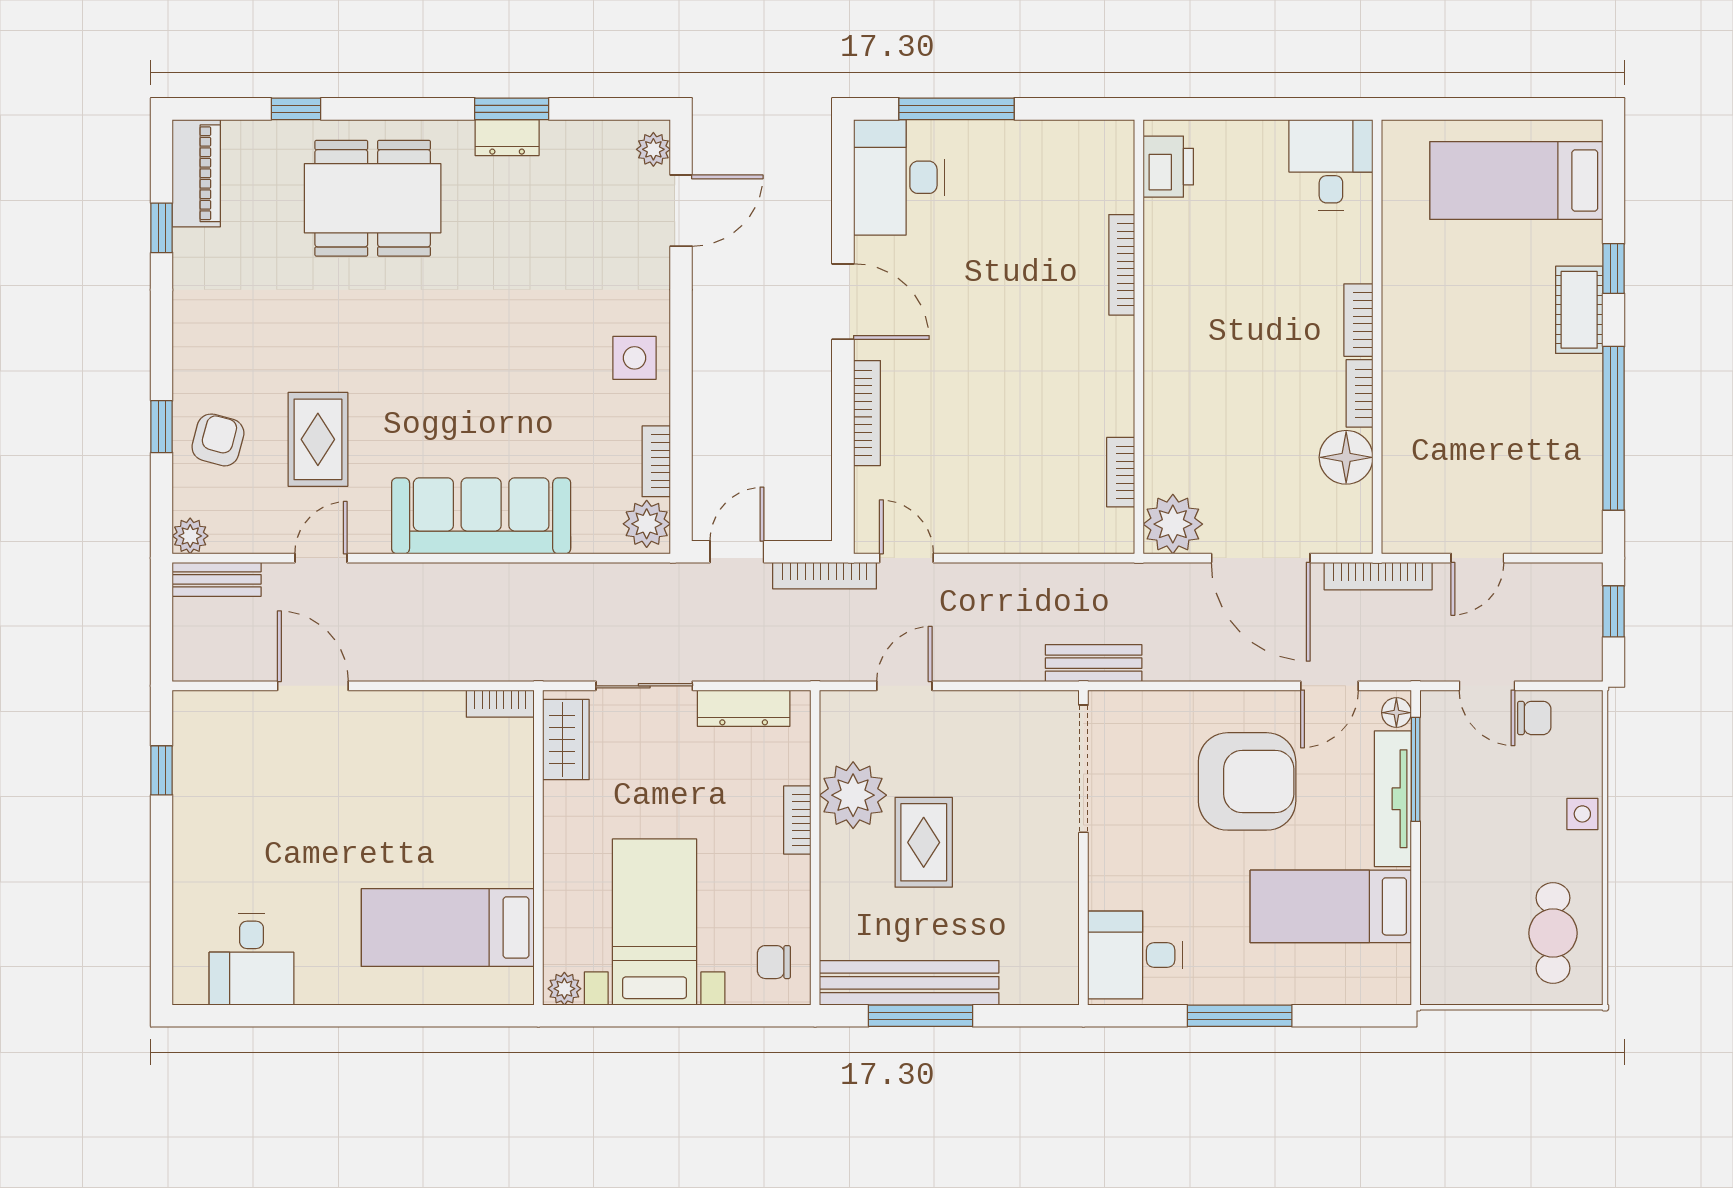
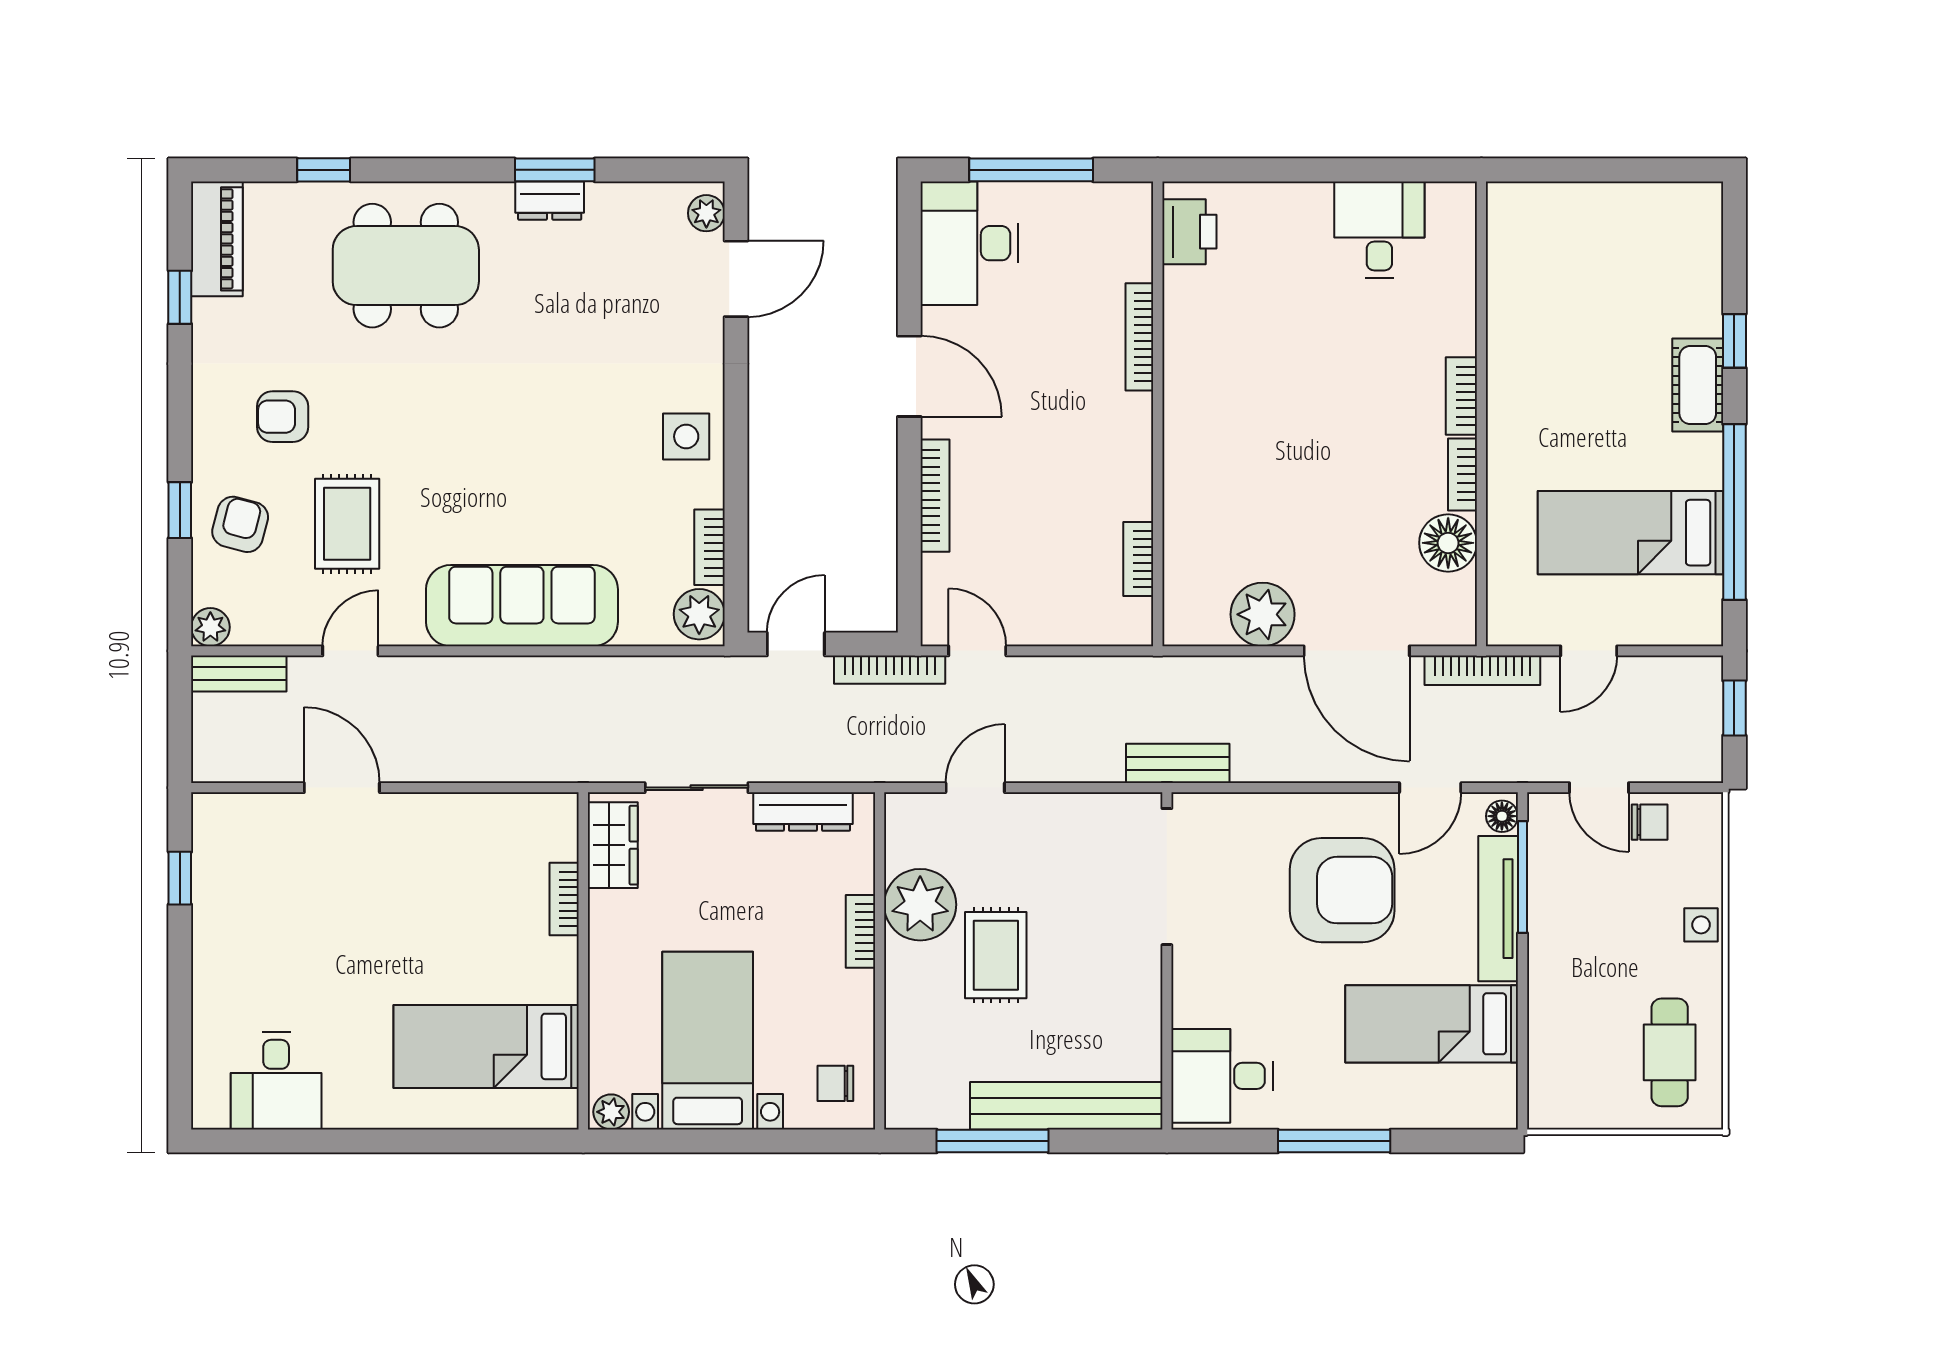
desk: (1331, 165) -> (1379, 230), moved
printer: (1168, 167) -> (1189, 232), moved
bed: (1516, 180) -> (1630, 533), moved
bookcase: (1122, 265) -> (1139, 337), moved
wall: (1139, 337) -> (1158, 414), moved
armchair: (258, 339) -> (283, 417), added
bookcase: (1121, 472) -> (1138, 559), moved
bookcase: (500, 704) -> (564, 899), moved, turned 90
bench: (909, 983) -> (1066, 1106), moved

